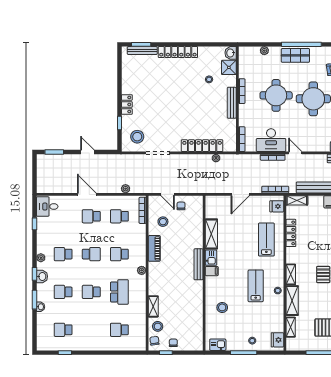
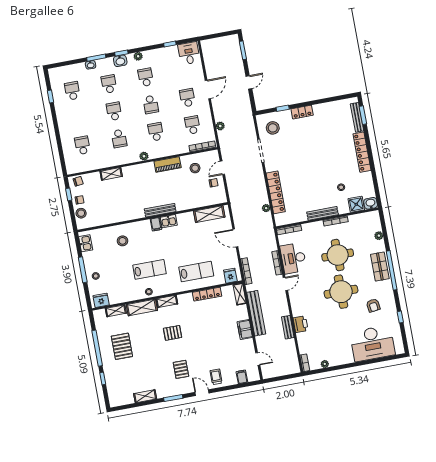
shelving: (211, 234) -> (209, 214), moved
school desk: (119, 292) -> (119, 139), width x0.54
stool: (158, 326) -> (81, 213), moved

